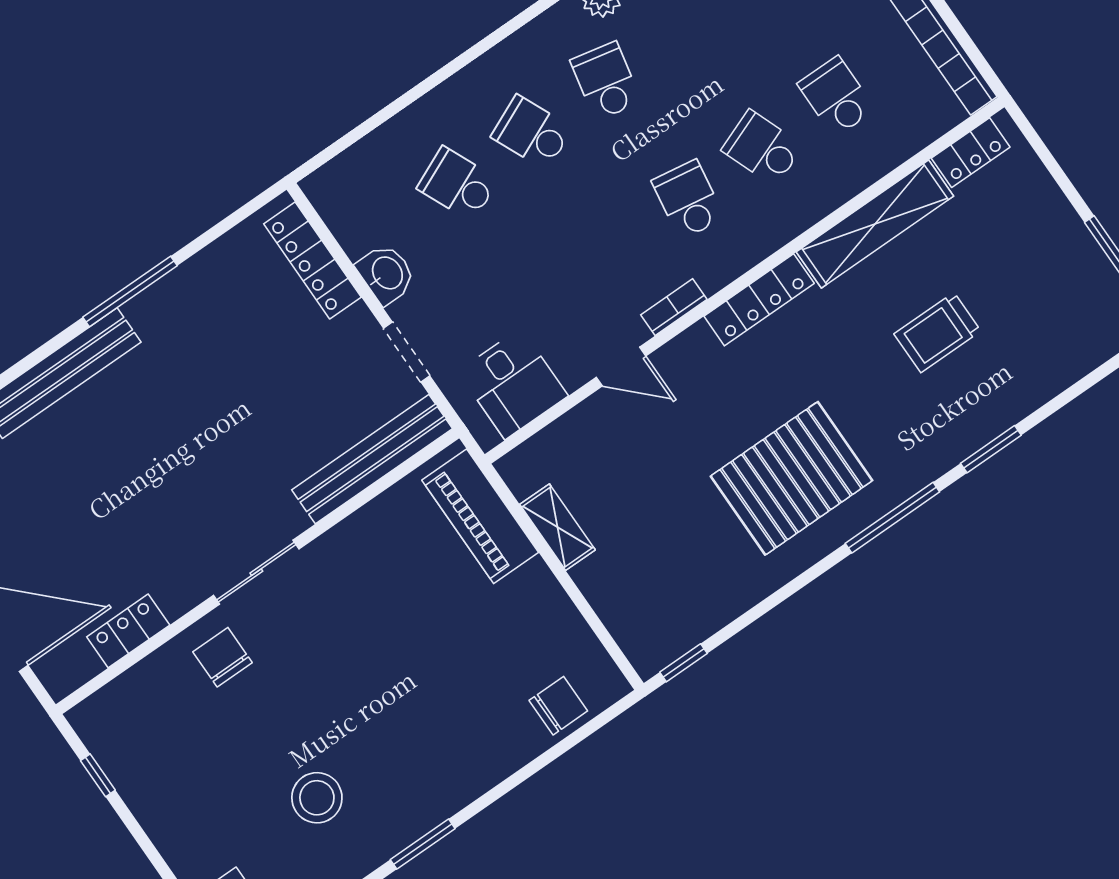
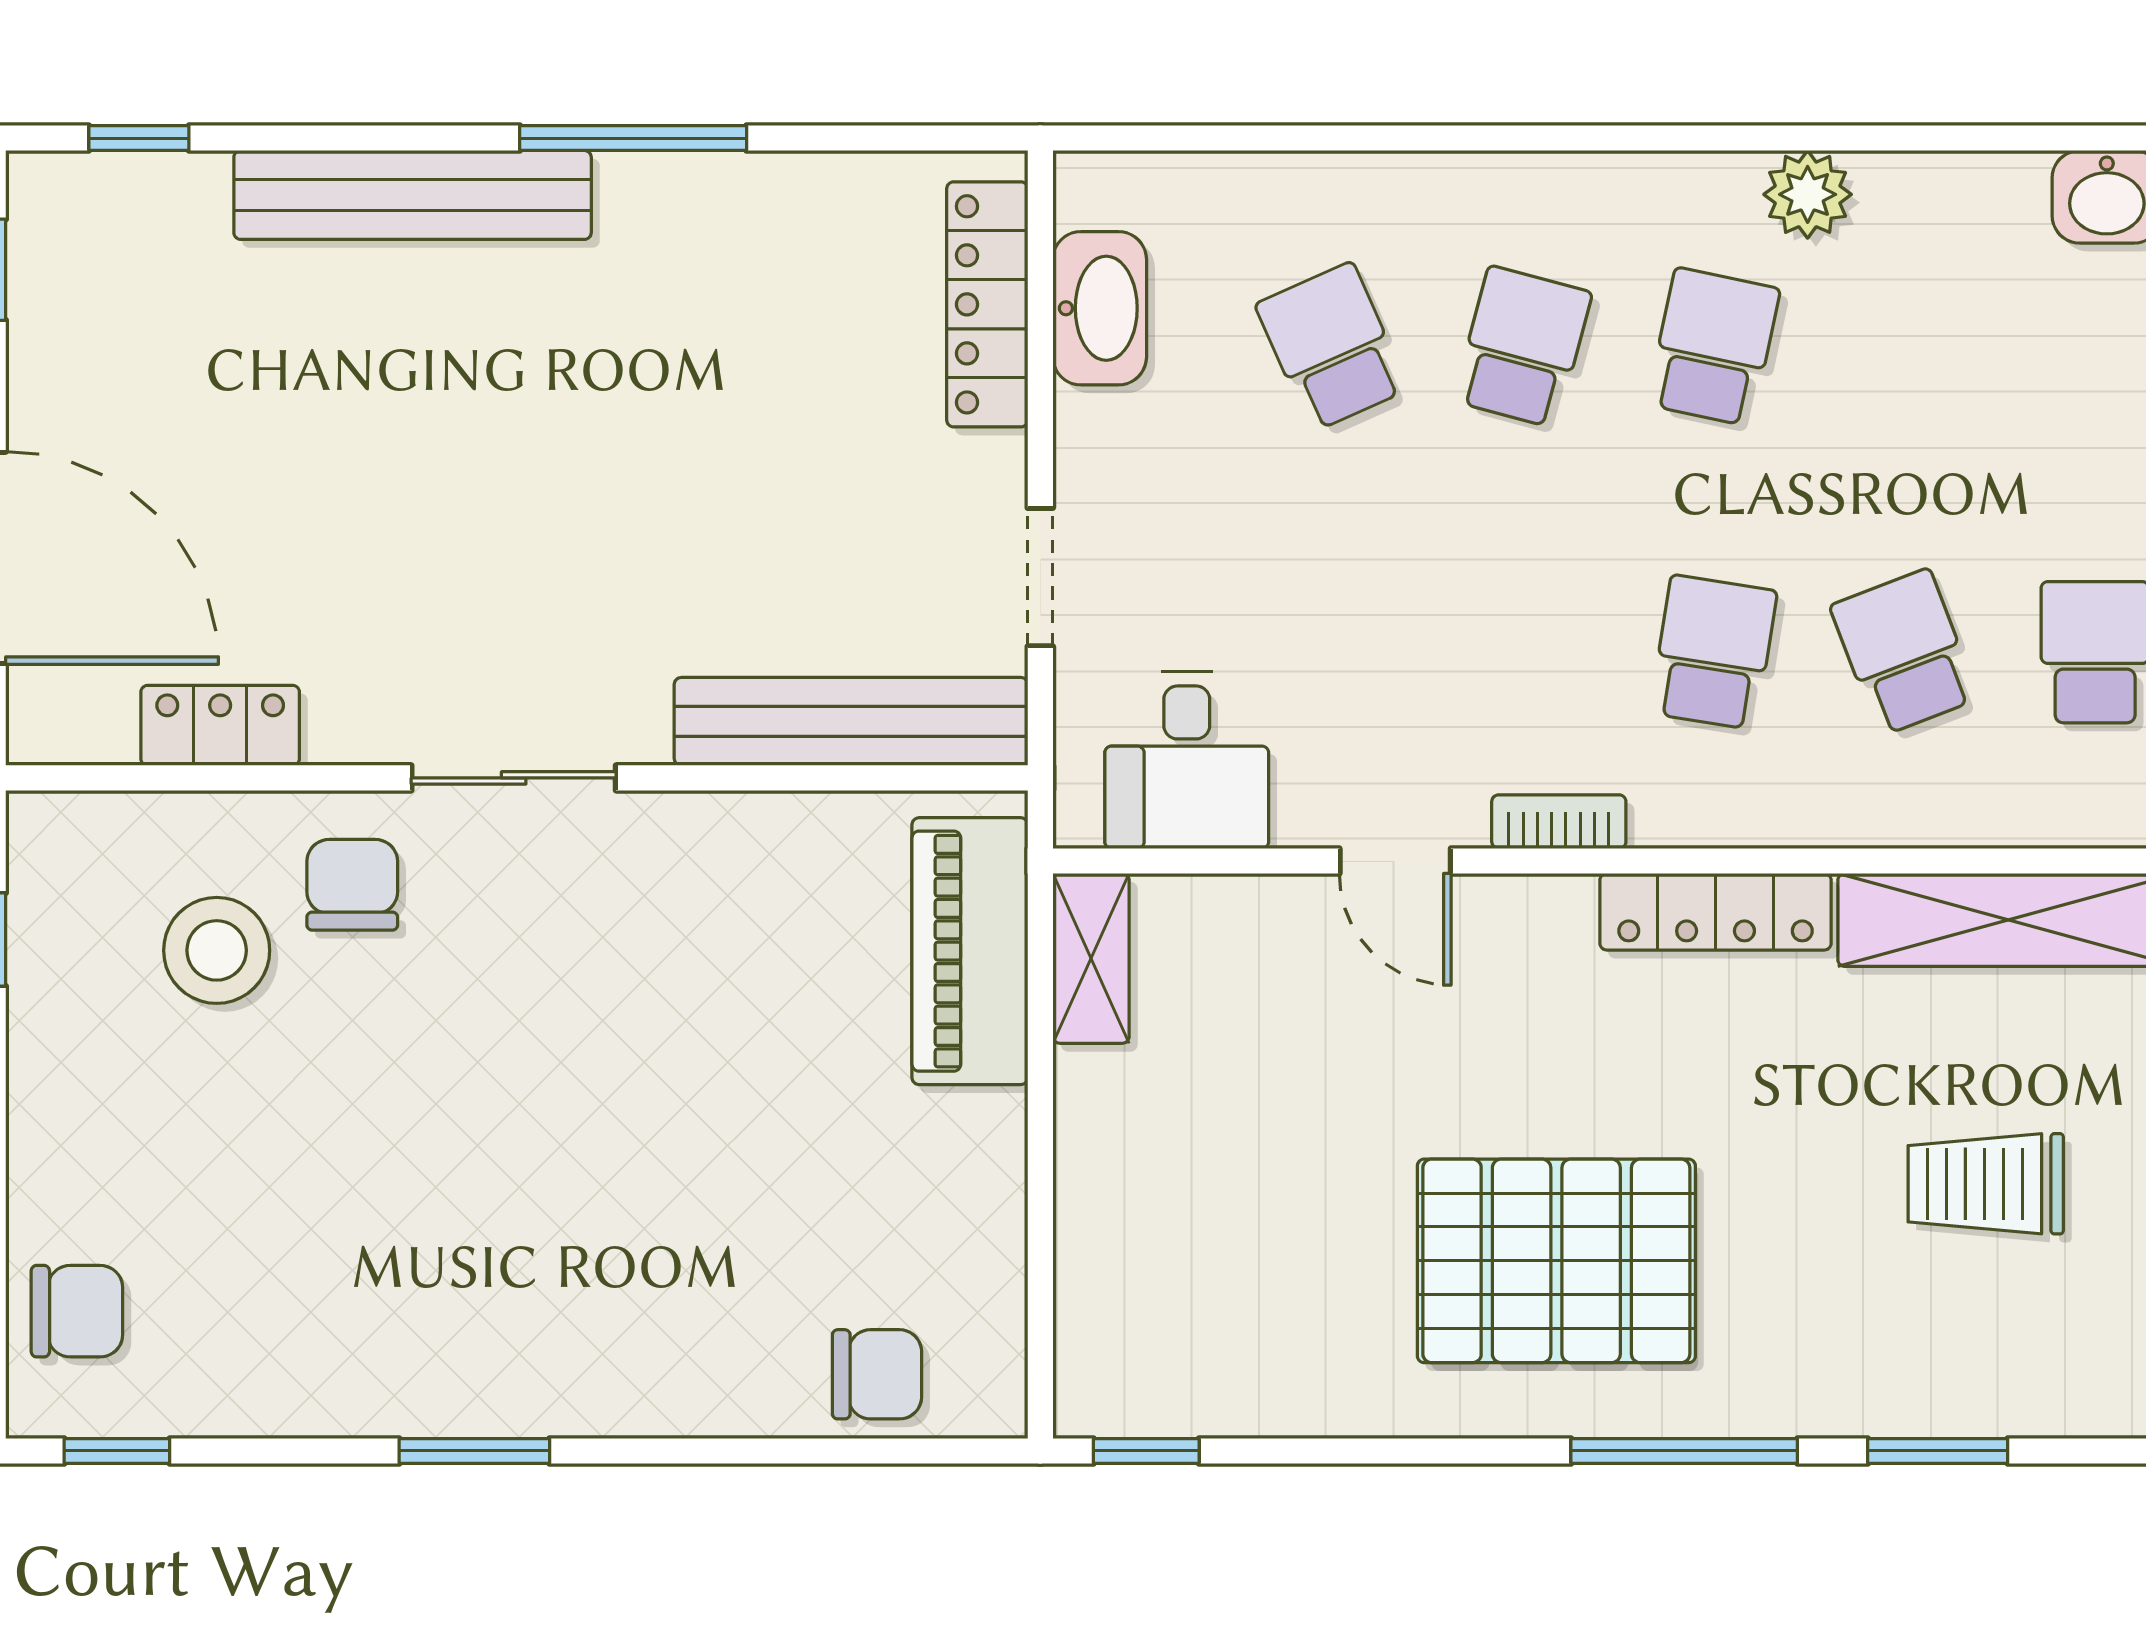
school desk: (532, 133) -> (1523, 347), turned 39
washbasin: (386, 274) -> (1100, 308), moved, width x1.38
shelving: (557, 527) -> (1091, 958), moved
stool: (317, 798) -> (217, 950), moved

